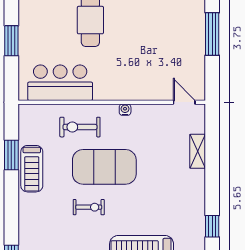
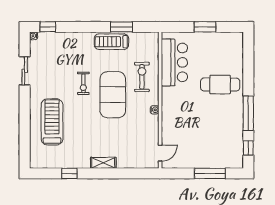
shelving: (198, 151) -> (103, 163), moved

